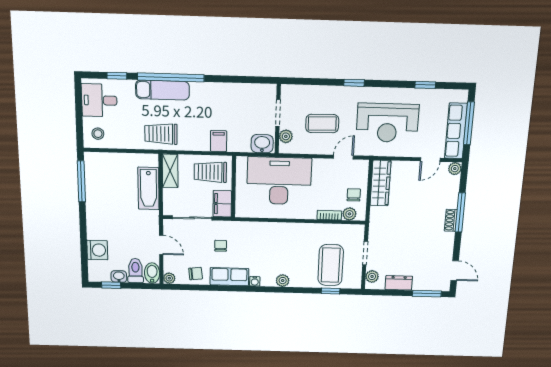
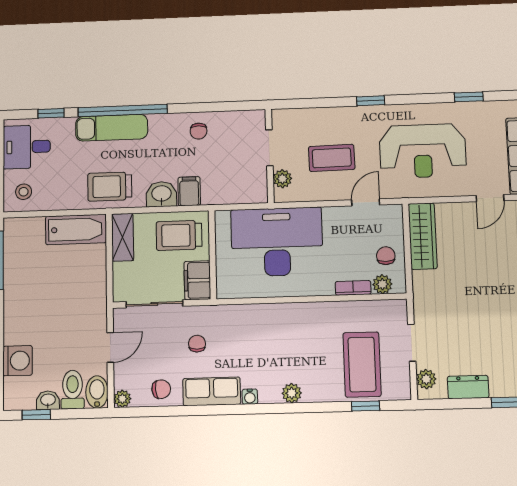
chair: (227, 97) -> (199, 131), added
washbasin: (262, 144) -> (161, 194), moved
bathtub: (149, 188) -> (76, 230), moved, turned -90
door: (161, 245) -> (110, 347), hinge flipped

